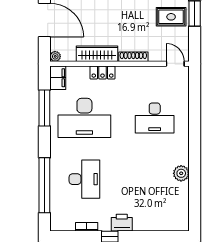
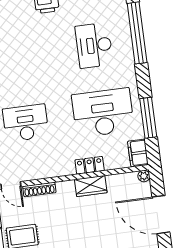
wardrobe: (97, 54) -> (91, 186), width x0.67
shoe rack: (133, 57) -> (39, 189), moved

